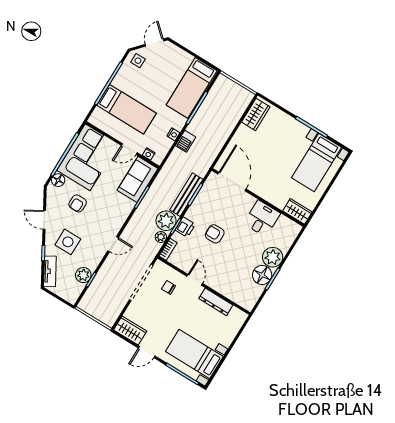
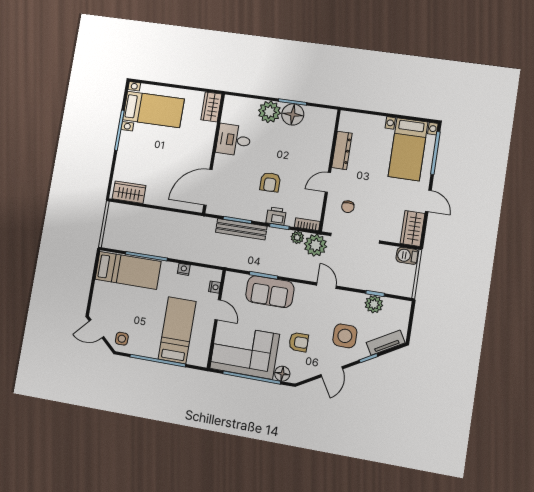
barbecue: (186, 141) -> (407, 256), moved, turned 180
sofa: (137, 179) -> (270, 292), moved
plant: (166, 221) -> (315, 245), moved

